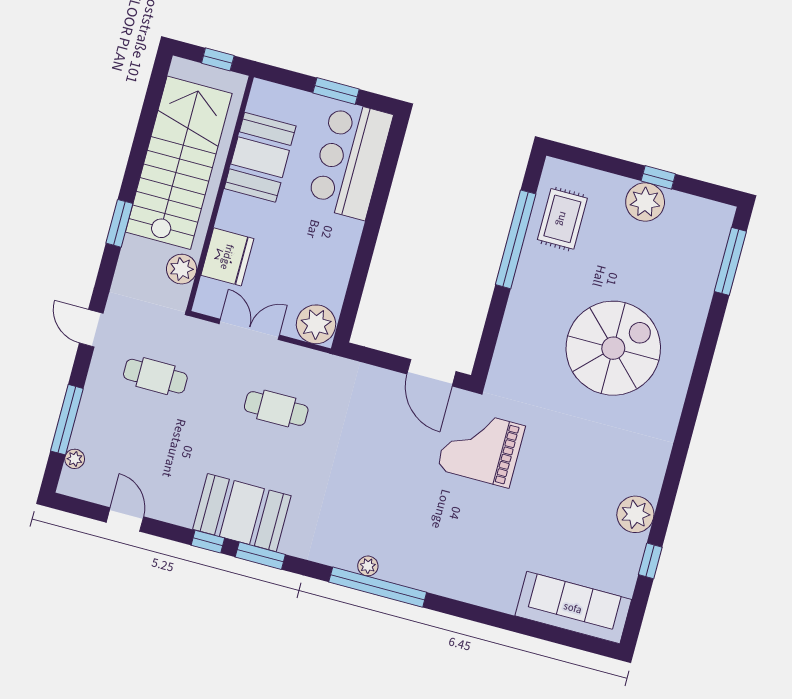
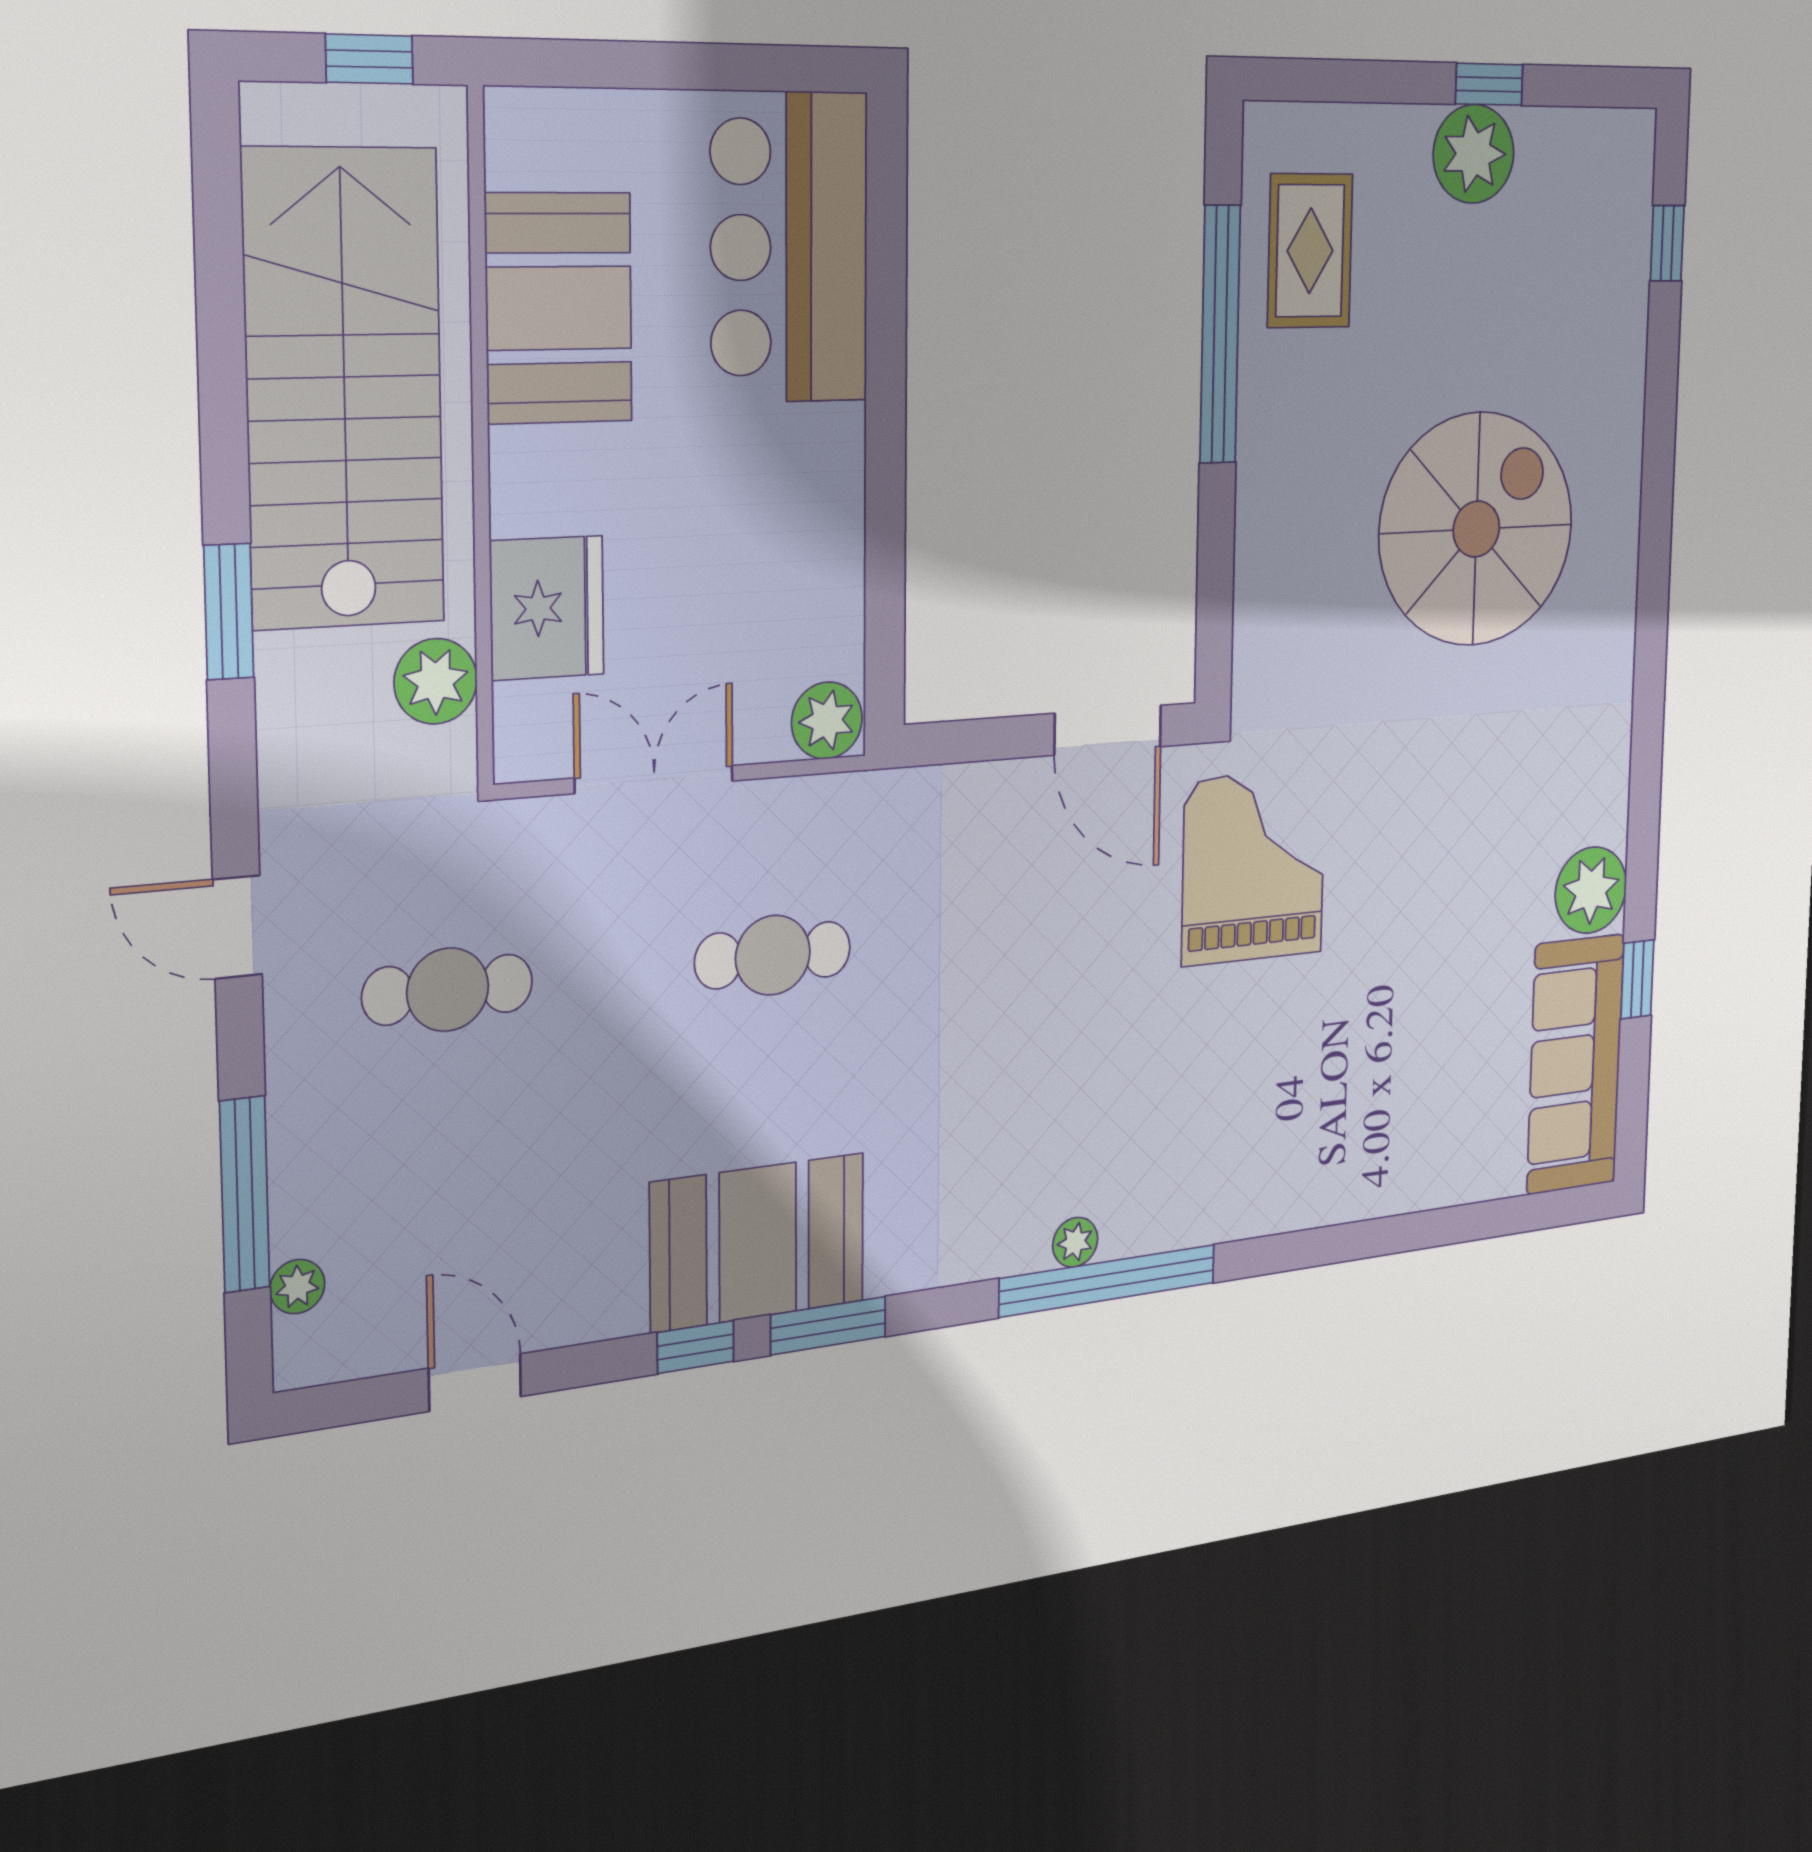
window: (336, 91) -> (708, 67), removed
window: (730, 261) -> (1667, 243), width x0.46
plant: (316, 324) -> (827, 720), width x0.73, depth x0.73
grand piano: (481, 448) -> (1254, 867), turned 90
sofa: (573, 608) -> (1575, 1064), moved, turned -90

